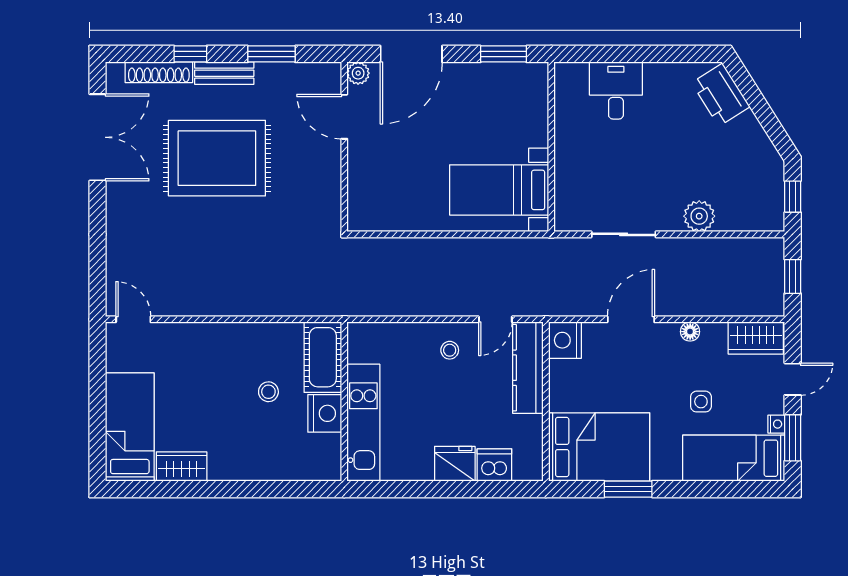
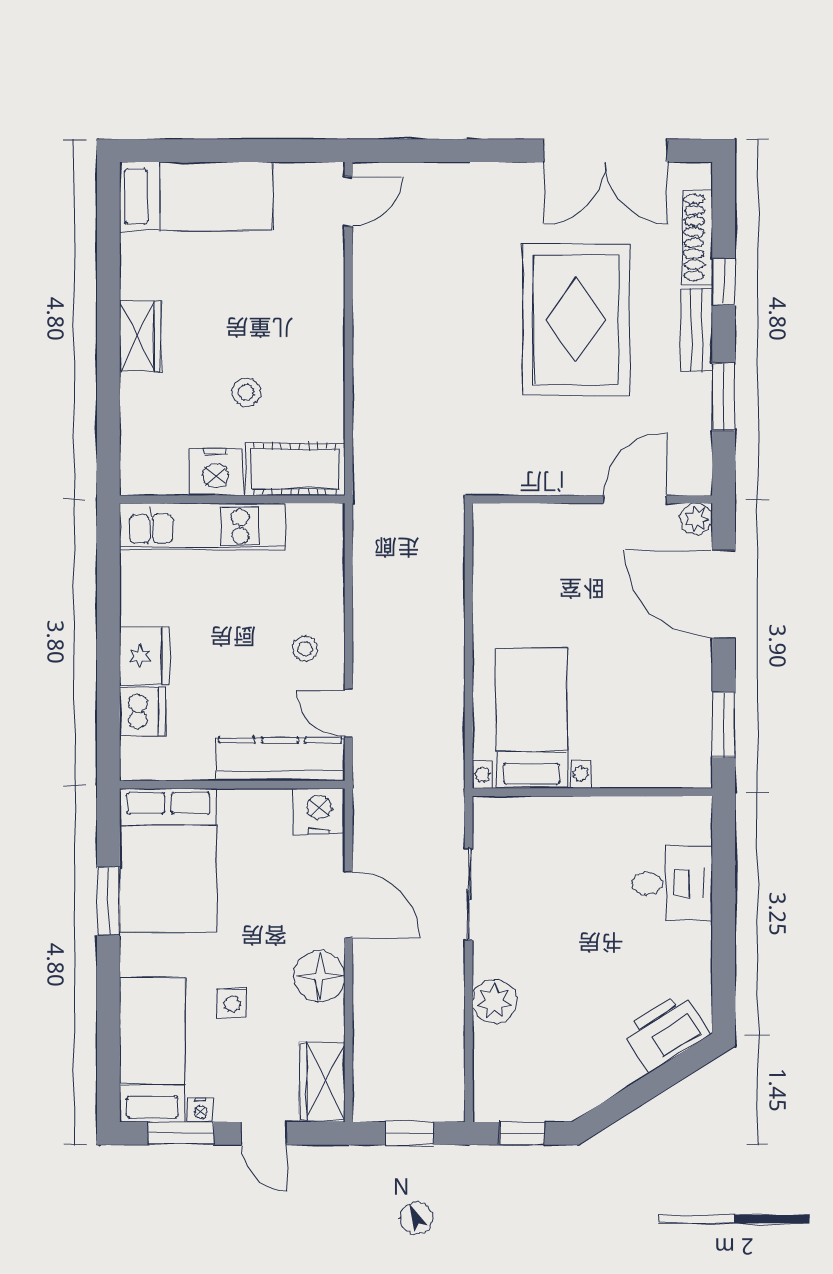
floor lamp: (690, 332) -> (319, 976), width x1.89, depth x1.89
wardrobe: (182, 466) -> (140, 336), moved

